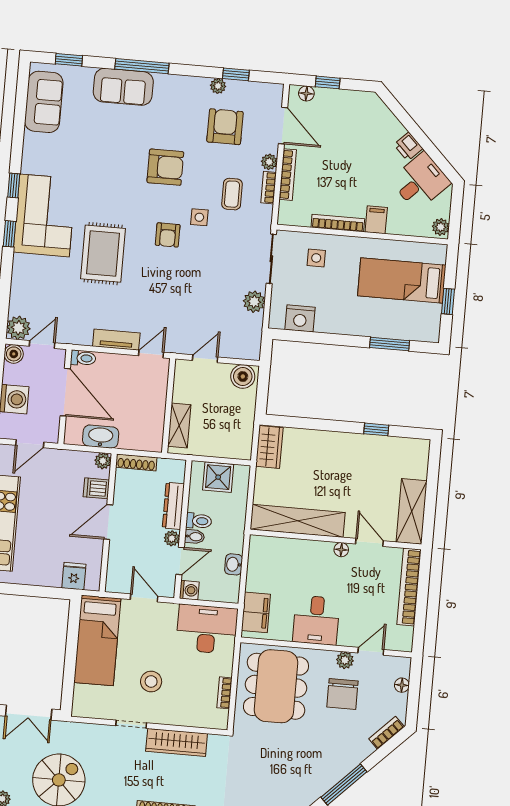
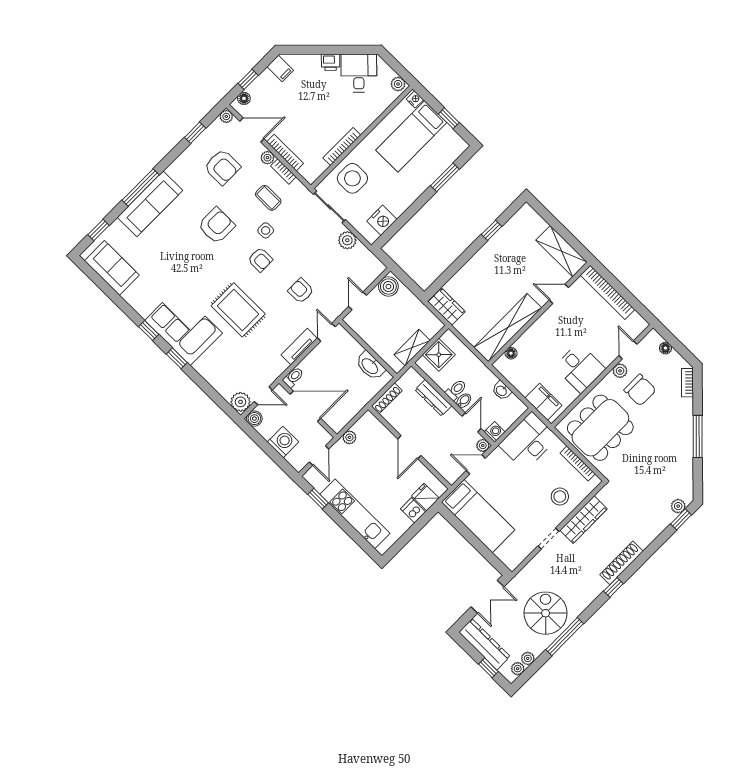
plant: (218, 86) -> (226, 116), moved
sofa: (123, 87) -> (150, 204), width x1.36
armchair: (225, 127) -> (222, 167), turned 180
filing cabinet: (376, 220) -> (280, 68), moved, turned 180
nightstand: (439, 255) -> (415, 99), added
side table: (316, 258) -> (352, 178), width x1.87, depth x1.87
armchair: (170, 298) -> (301, 291), added
door: (42, 344) -> (263, 396), swing flipped
shelving: (179, 426) -> (412, 348), moved, turned 90
washbasin: (101, 437) -> (370, 366), moved, turned -90
plant: (103, 461) -> (349, 437), moved
dishwasher: (96, 488) -> (413, 510), moved, turned 90
plant: (172, 538) -> (483, 445), moved
floor lamp: (341, 550) -> (511, 353), moved
stool: (151, 682) -> (560, 497), moved
dining table: (276, 686) -> (600, 428), turned 90
bookcase: (225, 693) -> (578, 463), width x1.56

